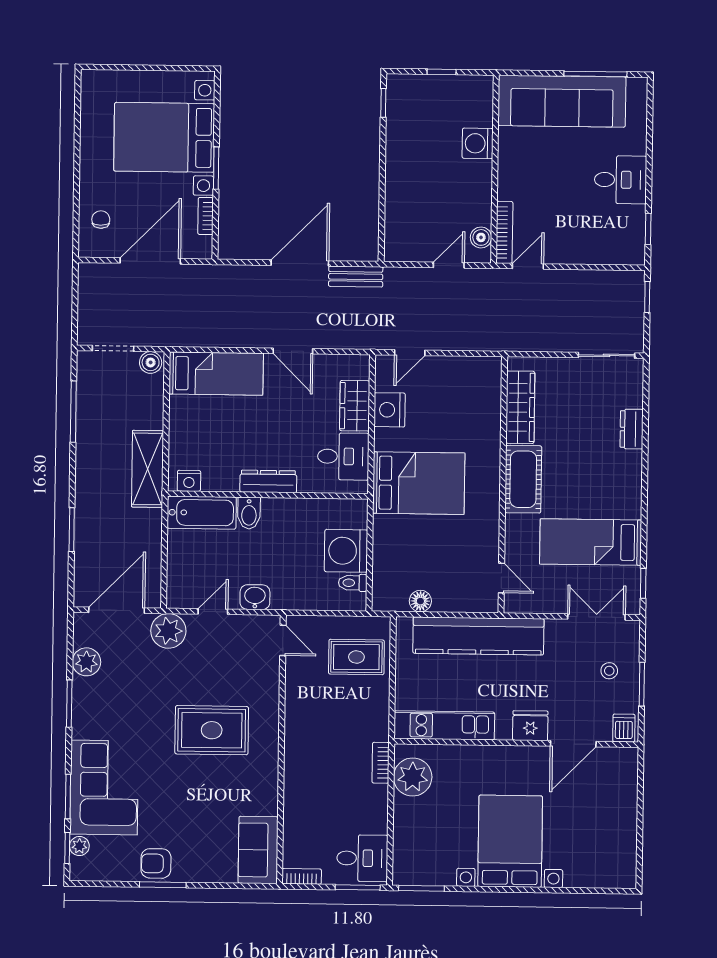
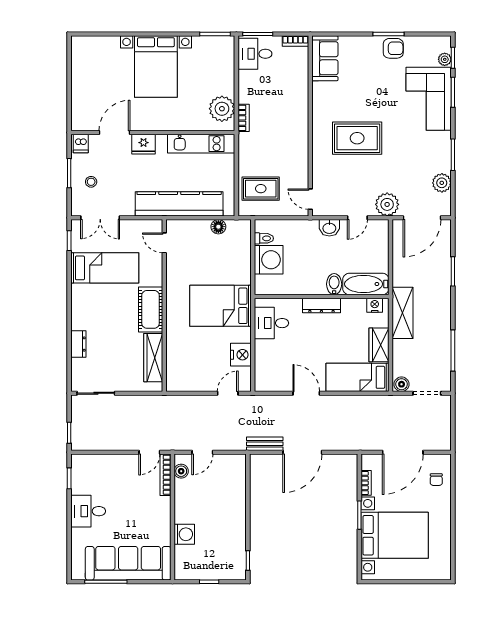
wardrobe: (355, 406) -> (379, 345), moved, turned 180

